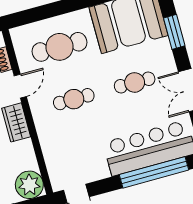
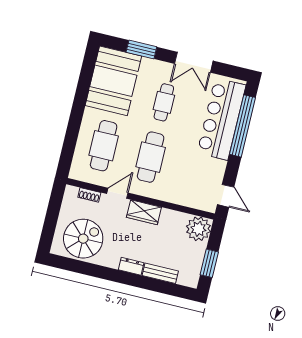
door: (20, 86) -> (117, 193), hinge flipped
cafe table: (74, 99) -> (151, 157), width x1.37, depth x1.35

